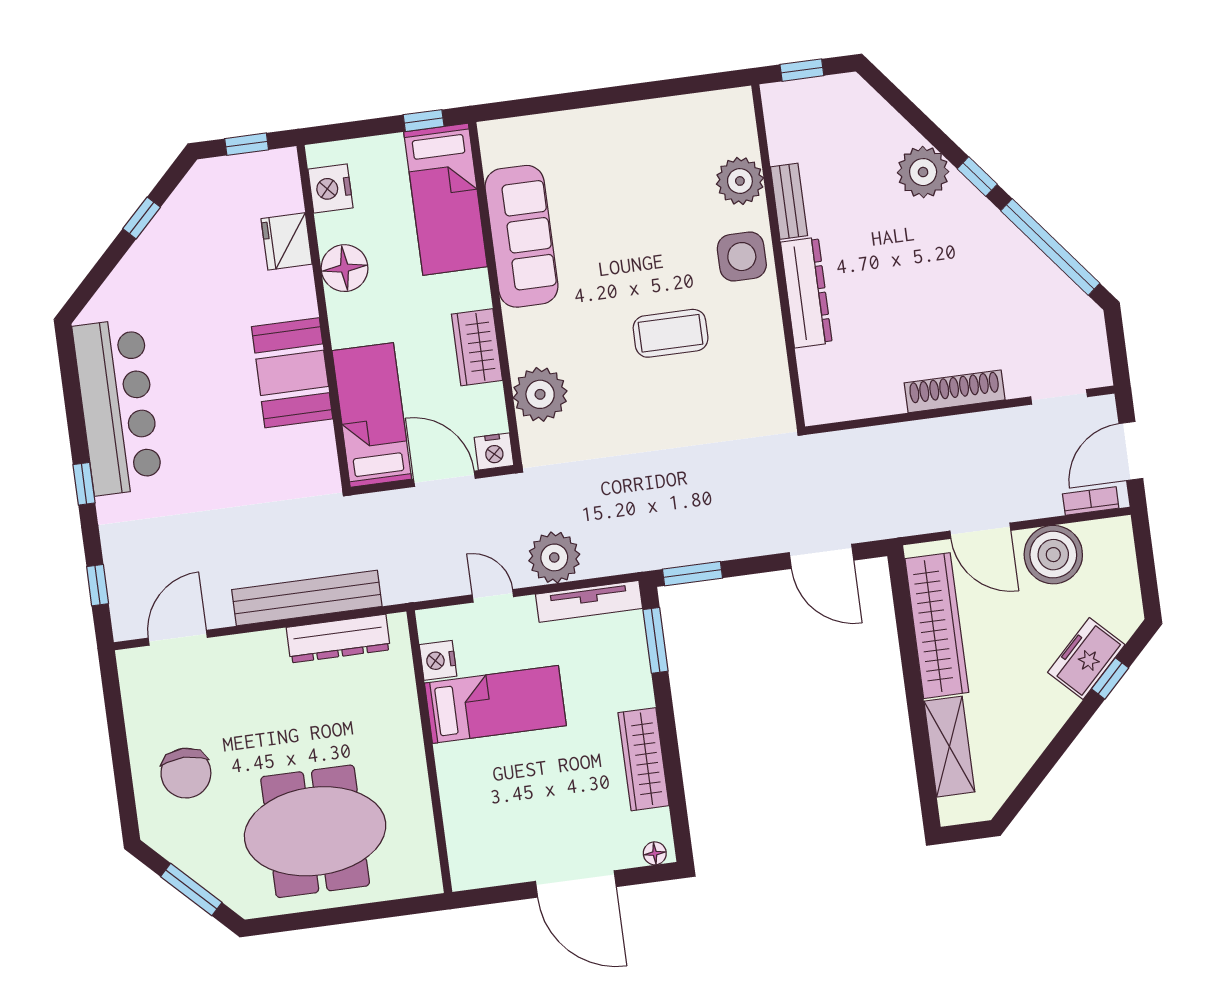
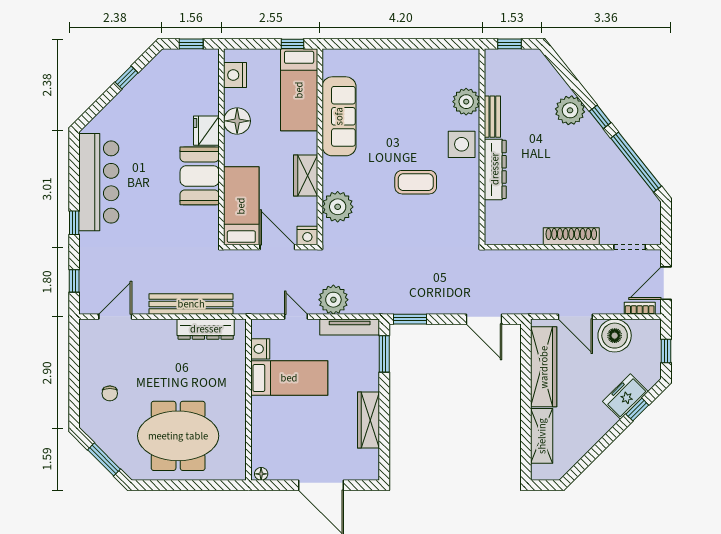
fridge: (287, 241) -> (206, 131), moved
window: (1147, 570) -> (666, 351), added
chair: (186, 773) -> (110, 393), width x0.54, depth x0.54
floor lamp: (655, 853) -> (261, 474), moved

